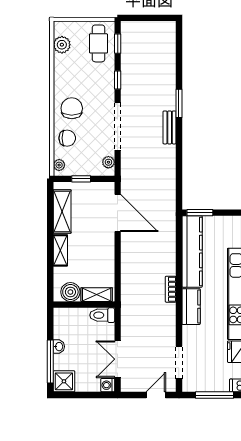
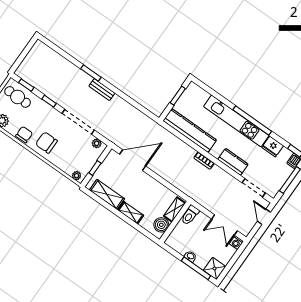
chair: (67, 138) -> (24, 135), moved
window: (200, 213) -> (178, 96), moved
kitchen counter: (191, 307) -> (233, 162), moved

